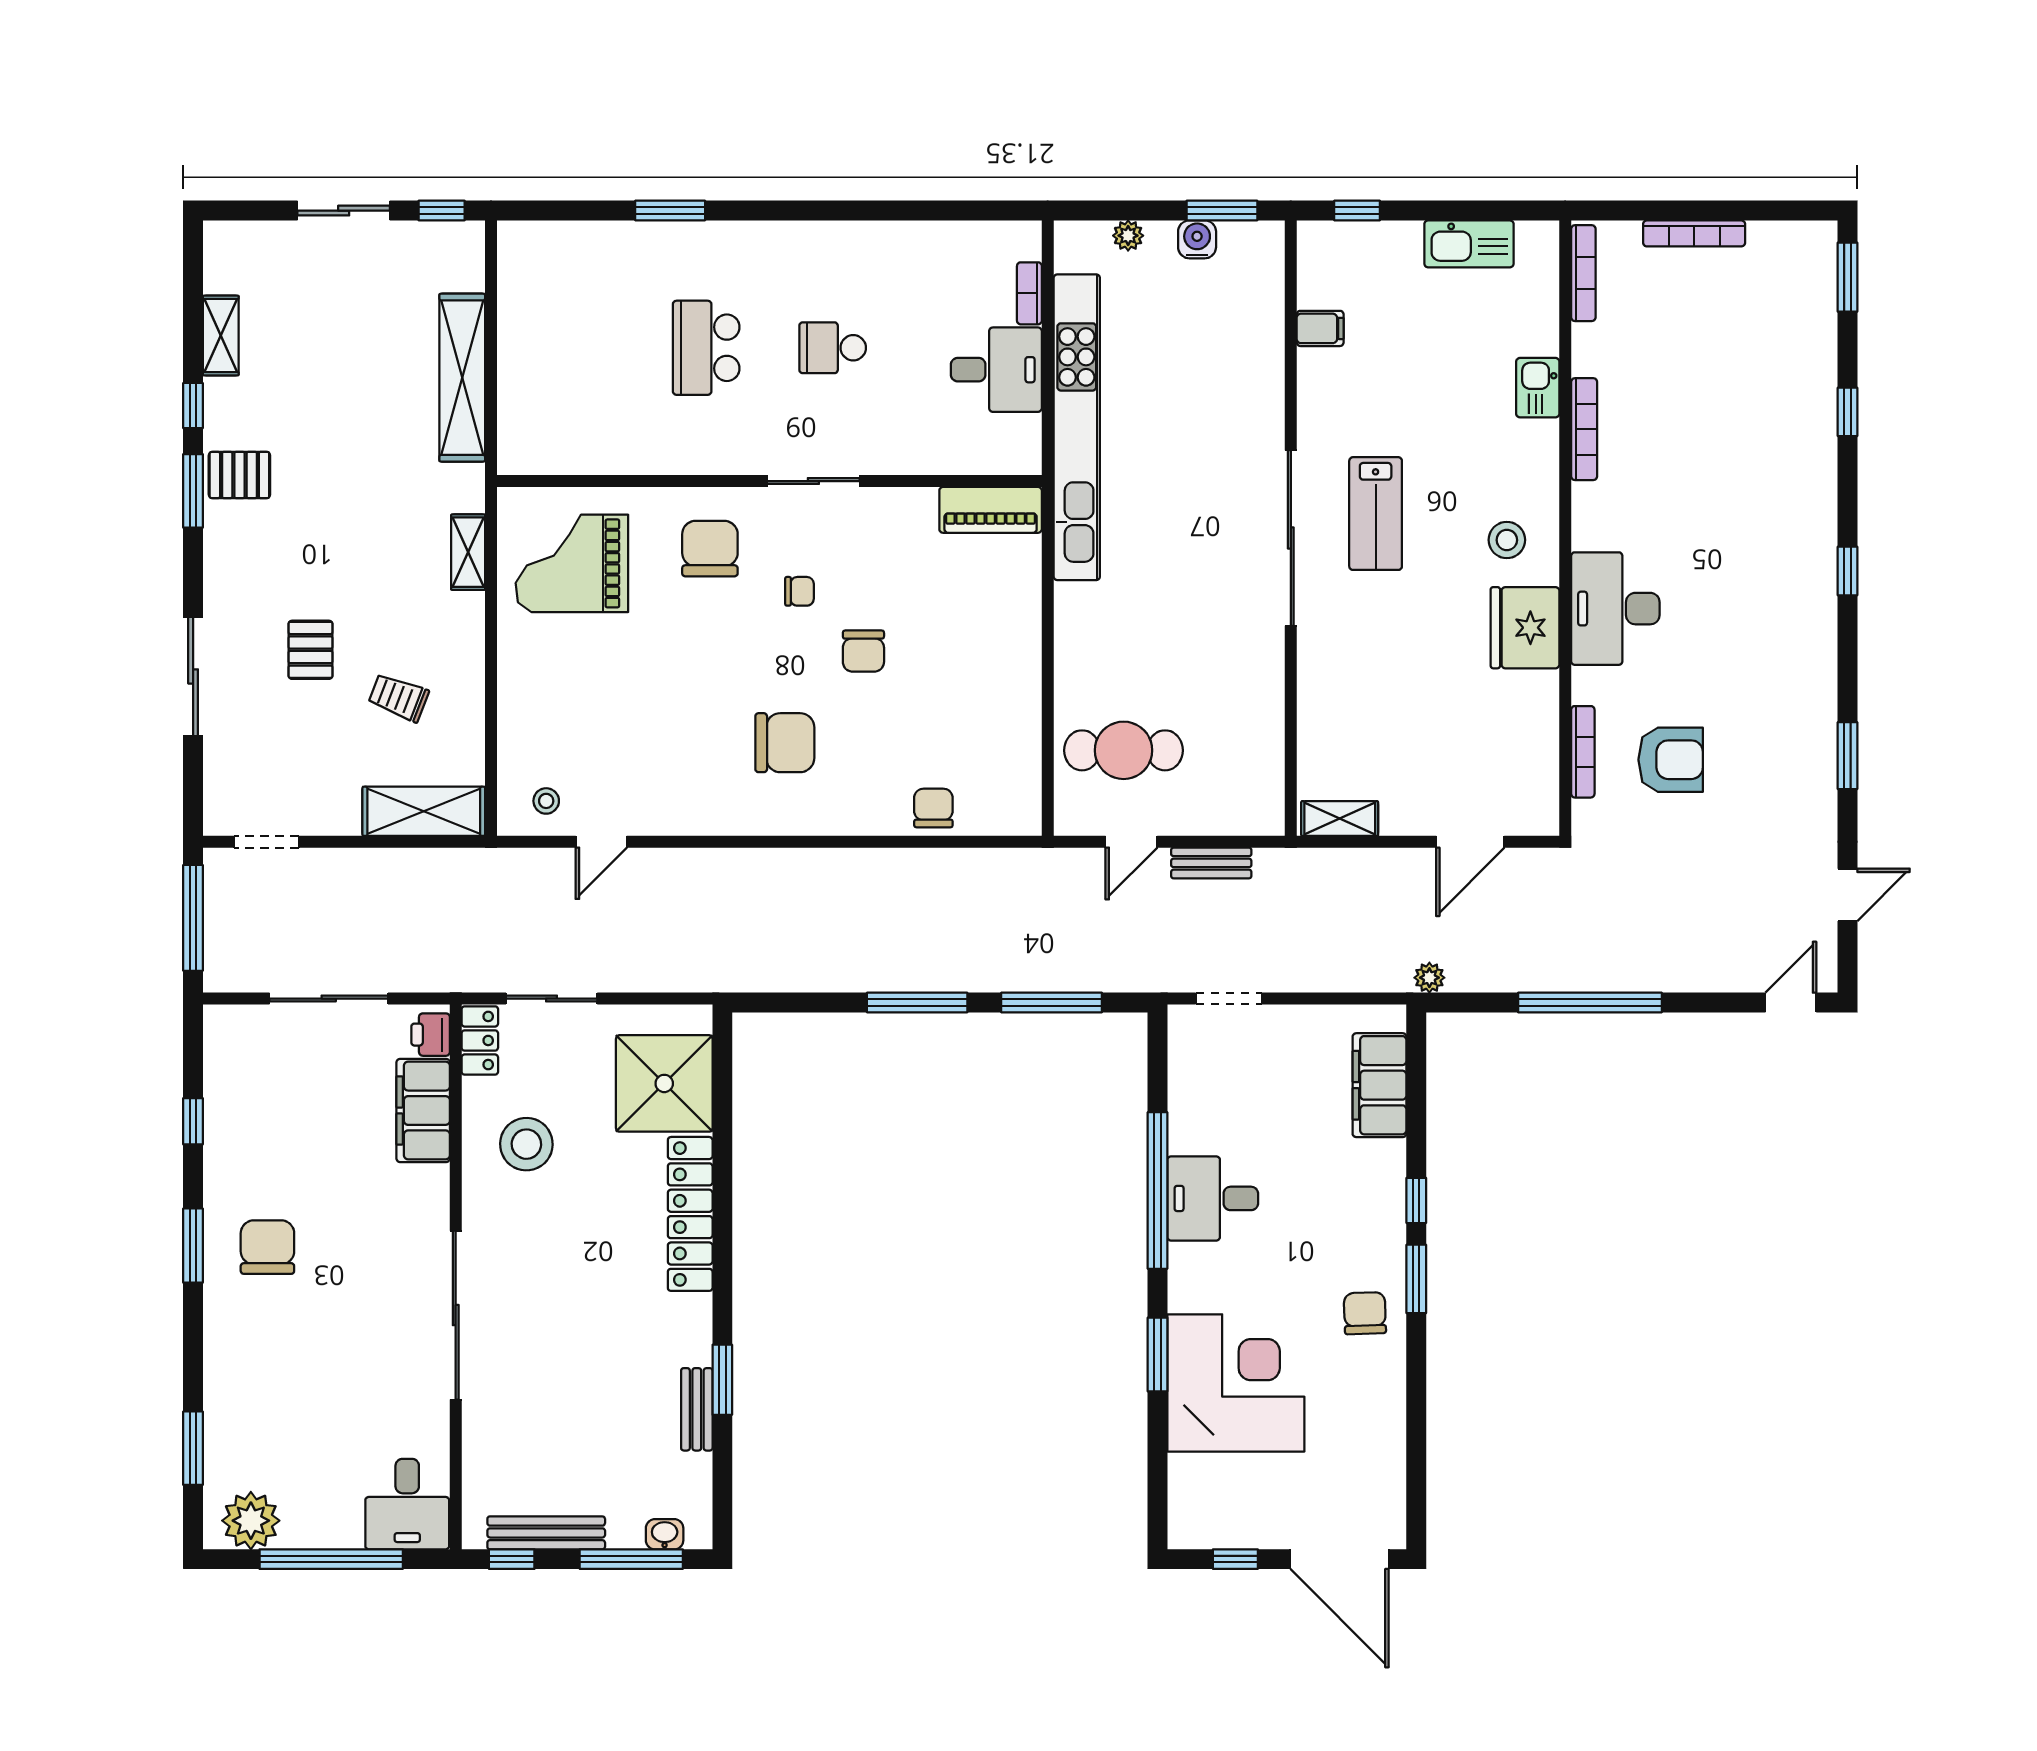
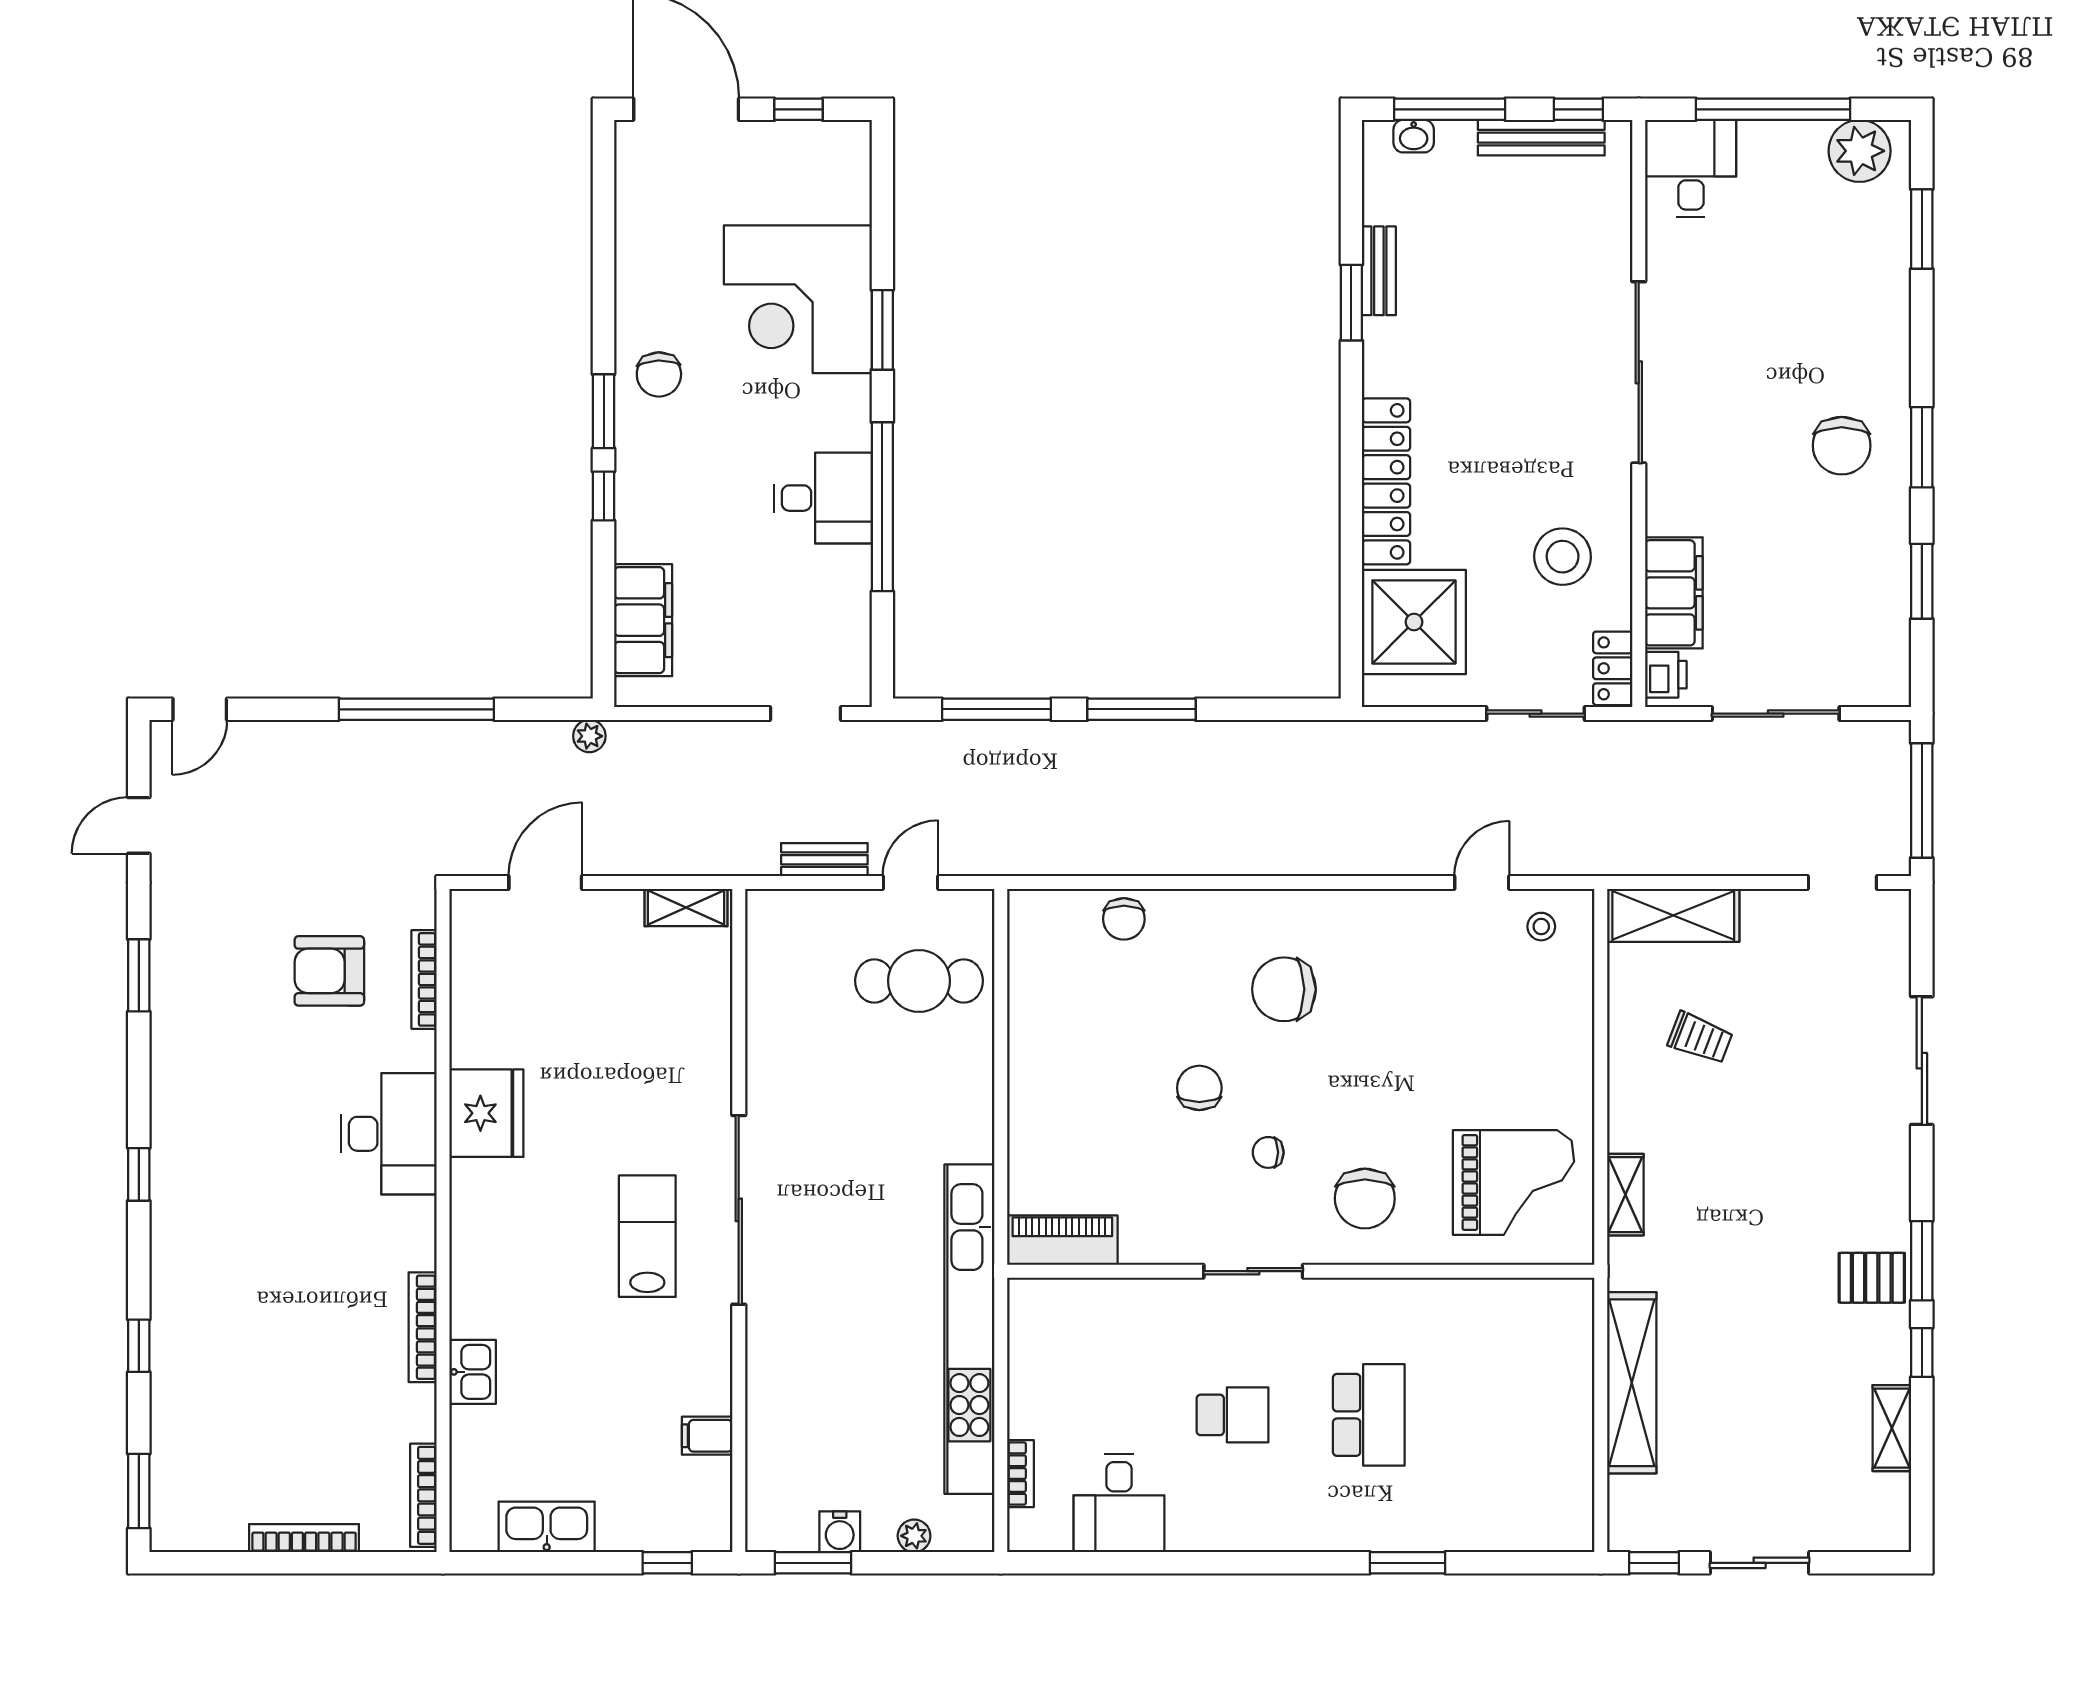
desk: (996, 370) -> (1119, 1503), moved, turned -90
stool: (1507, 540) -> (506, 1208), removed
pallet: (310, 650) -> (1795, 1089), removed
window: (193, 1121) -> (1922, 581), width x1.50

